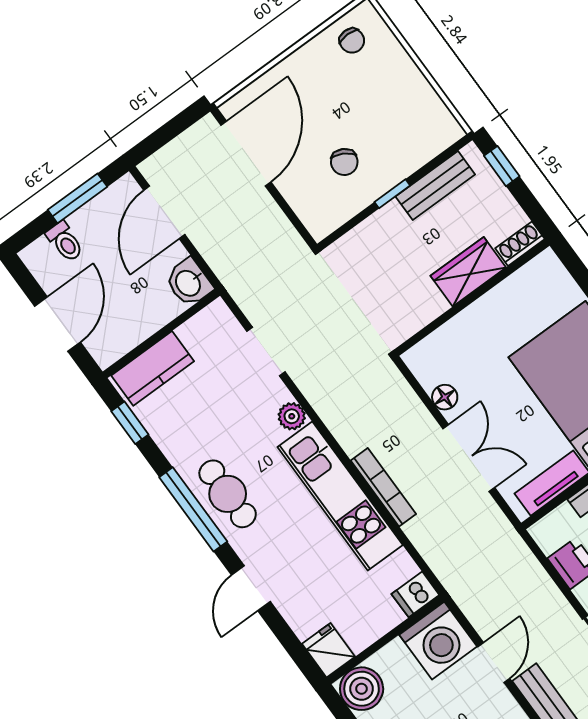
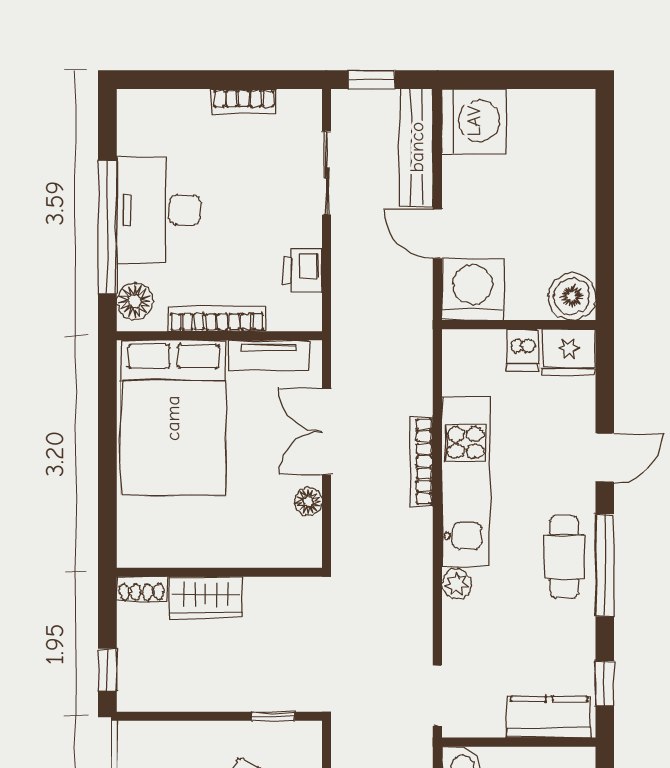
bench: (435, 186) -> (179, 696), removed
window: (392, 194) -> (273, 716), moved
doorway: (266, 352) -> (437, 696), moved
dishwasher: (415, 594) -> (523, 350), moved, turned 90
fridge: (329, 650) -> (569, 352), width x1.38
door: (494, 663) -> (437, 234), hinge flipped

